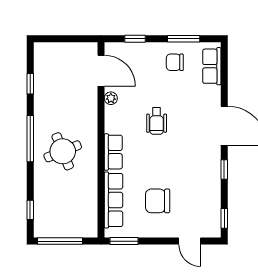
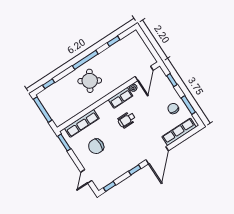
row of seats: (212, 66) -> (179, 132), width x1.48
wheelchair: (157, 121) -> (127, 120), moved
round table: (63, 151) -> (90, 81), turned -37
row of seats: (113, 152) -> (121, 98), moved
chair: (158, 201) -> (96, 146), turned -90

